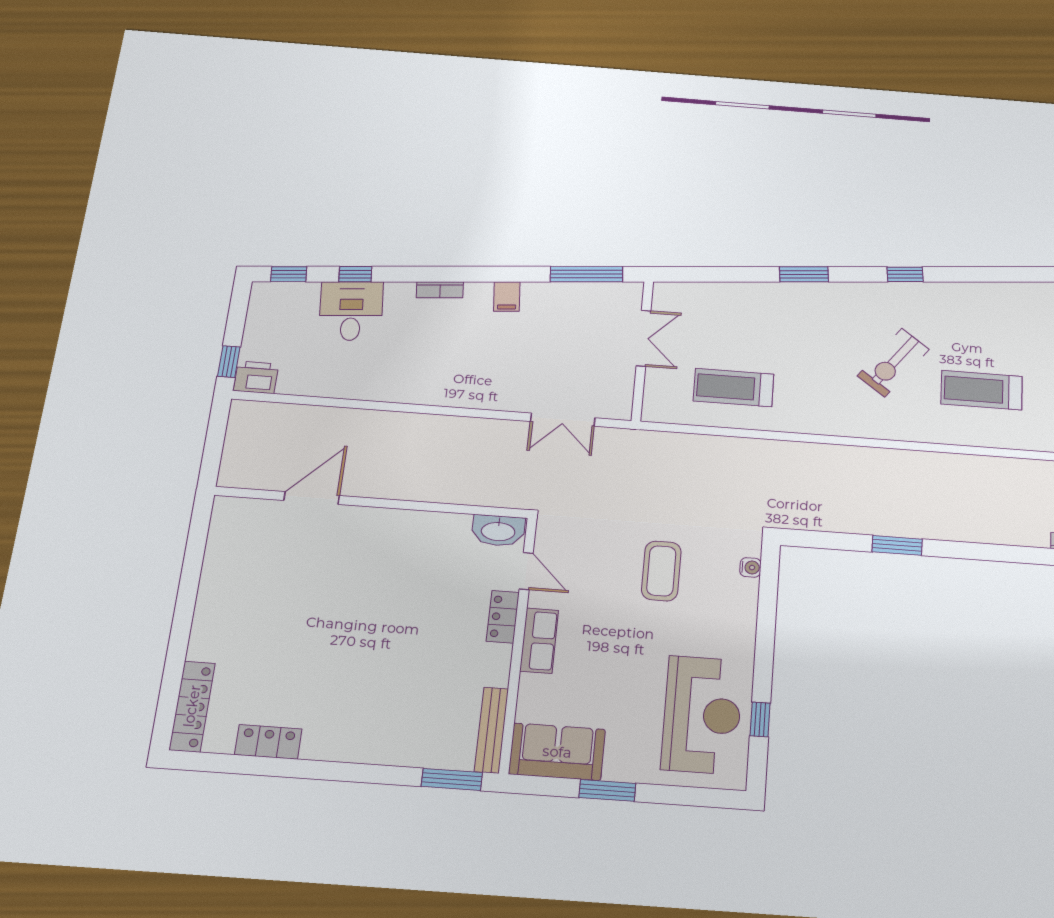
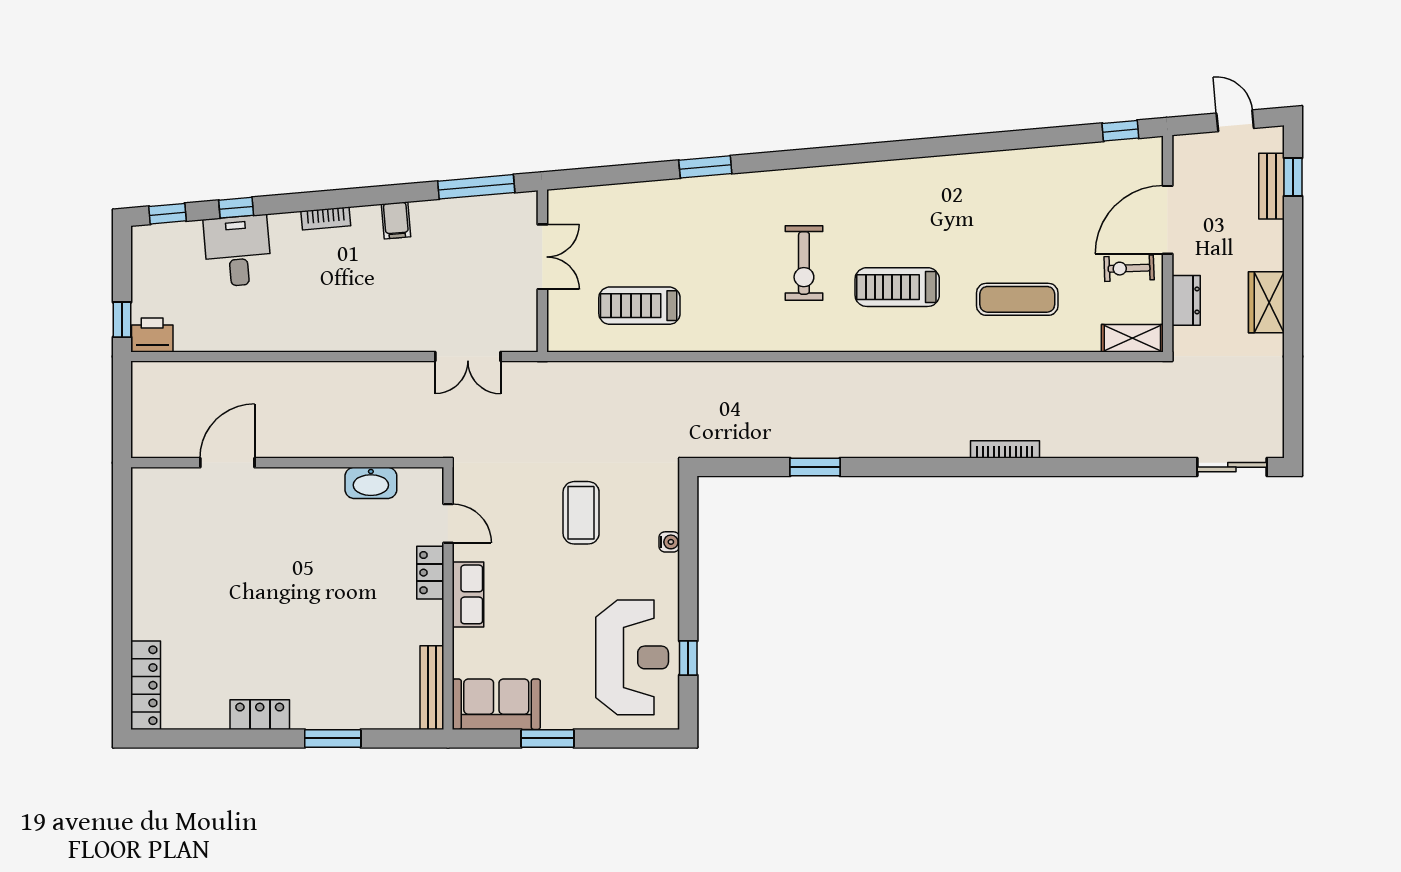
window: (905, 274) -> (813, 158), removed
exercise bike: (893, 363) -> (804, 263), turned -37
washbasin: (498, 531) -> (371, 483), moved
water cooler: (750, 567) -> (669, 542), moved
locker: (268, 742) -> (260, 715), moved
window: (452, 779) -> (333, 738), moved

